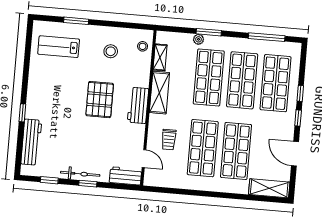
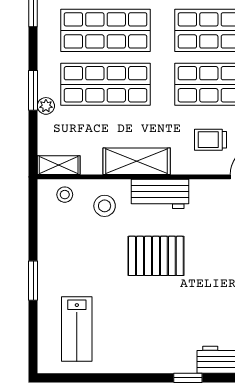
window: (76, 21) -> (33, 281), moved
stool: (111, 51) -> (105, 206), moved
shelving: (160, 57) -> (59, 165), moved
trolley: (169, 140) -> (211, 140), turned 180

